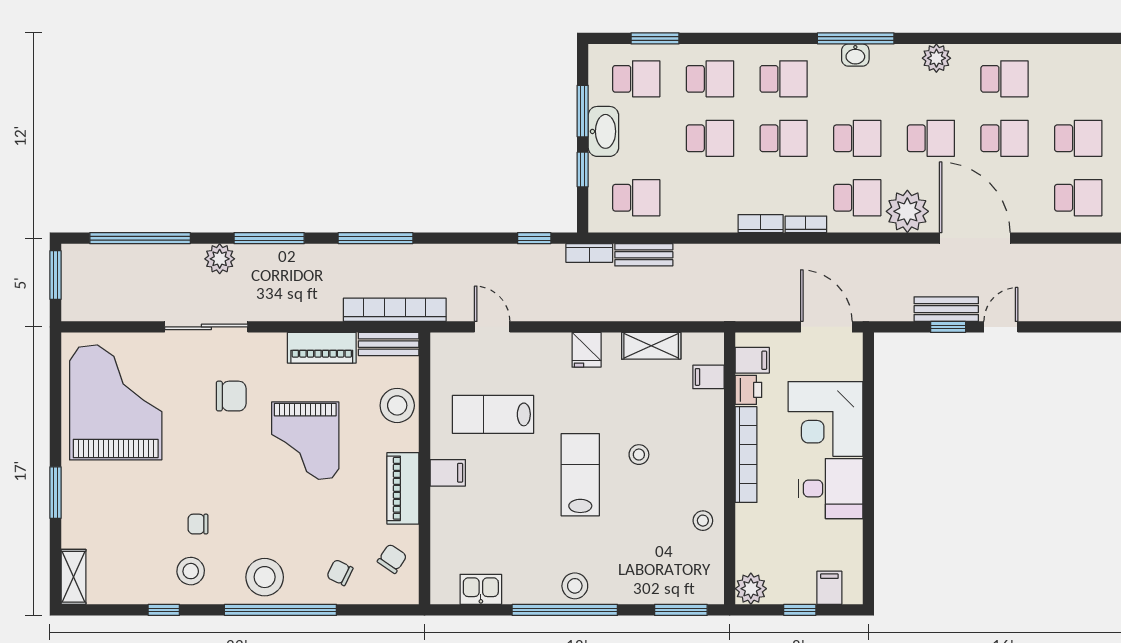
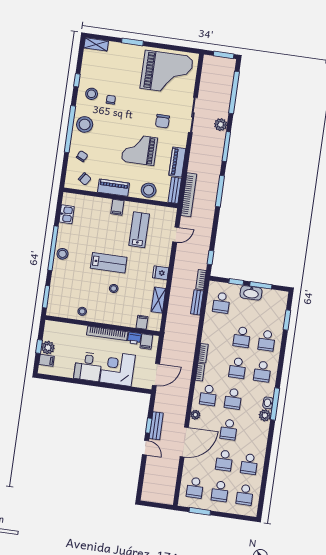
plant: (936, 58) -> (265, 415), moved
school desk: (636, 79) -> (245, 495), moved
plant: (907, 211) -> (195, 415), width x0.53, depth x0.53
plant: (751, 589) -> (48, 348), moved

